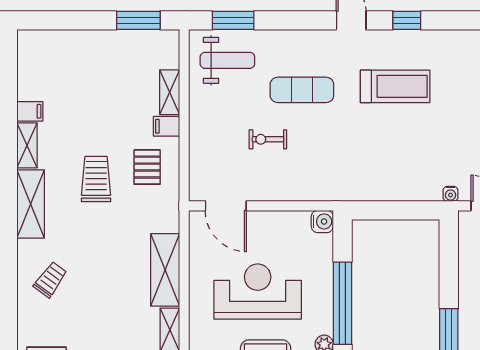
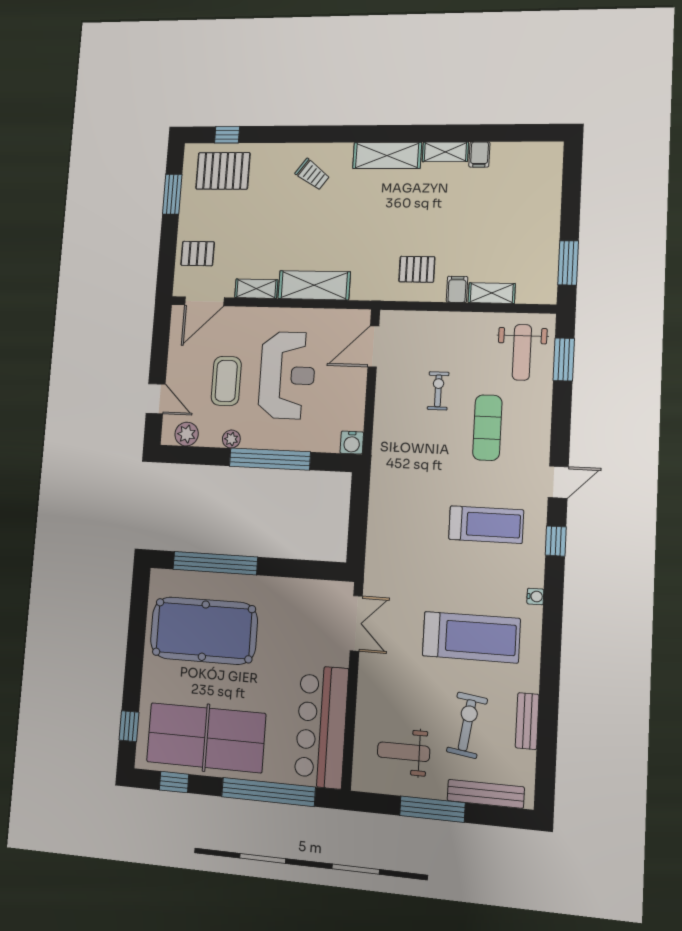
treadmill: (395, 86) -> (486, 525), turned -90
trolley: (96, 179) -> (408, 219), removed
water cooler: (450, 194) -> (535, 596), moved, turned 180

